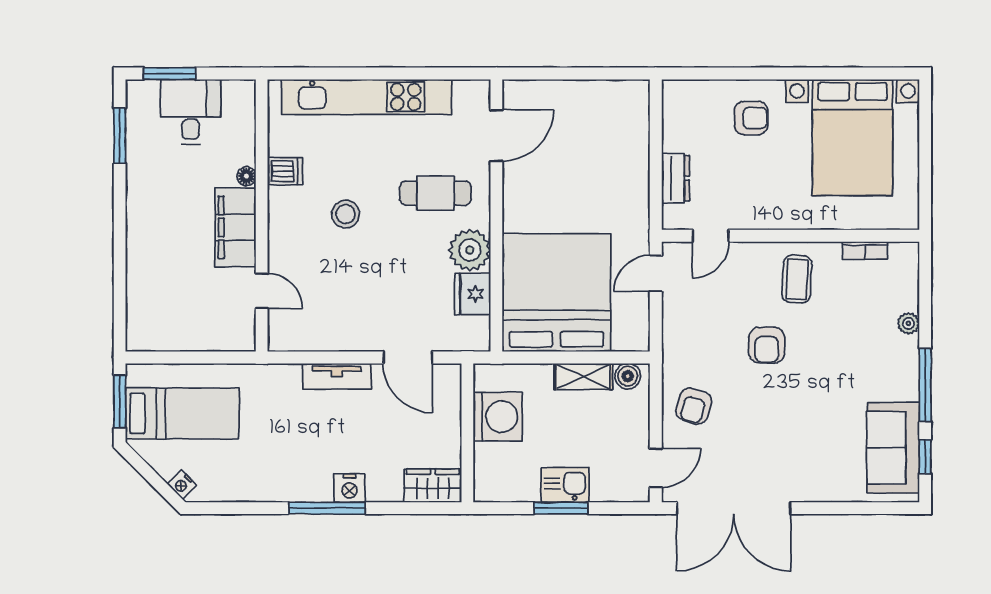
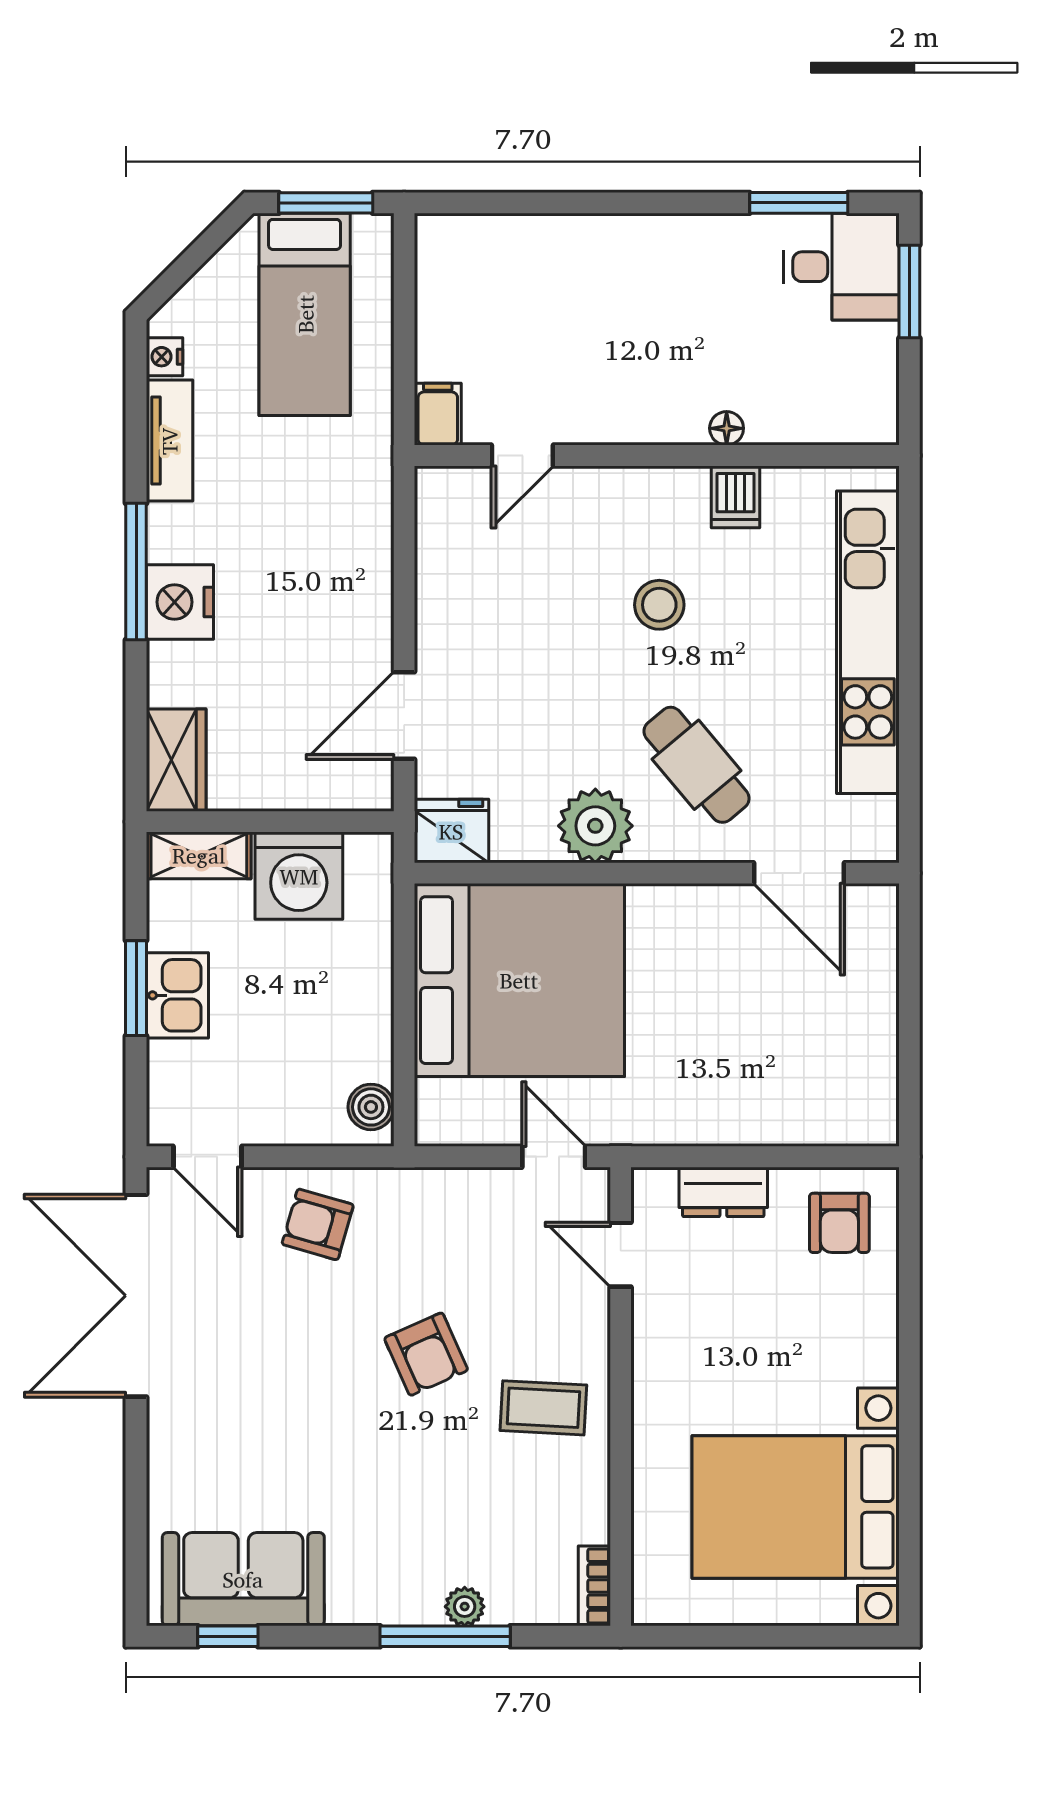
desk: (191, 112) -> (841, 267), moved
armchair: (751, 118) -> (839, 1223), moved
cafe table: (436, 193) -> (697, 765), turned -40
filing cabinet: (235, 227) -> (438, 414), moved, width x0.33, depth x0.86
bookcase: (865, 251) -> (594, 1586), moved
fridge: (473, 294) -> (451, 831), moved
armchair: (767, 345) -> (426, 1354), turned -114
tv unit: (337, 376) -> (169, 441), moved, turned 180
shelving: (583, 376) -> (199, 855), moved, turned 90
window: (925, 385) -> (445, 1636), moved
nightstand: (182, 485) -> (164, 357), moved, turned -45
nightstand: (350, 488) -> (180, 602), width x1.36, depth x1.33

